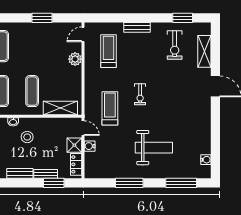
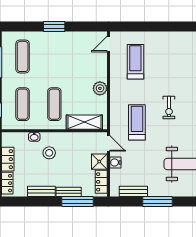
window: (42, 18) -> (54, 26), moved
bench: (137, 27) -> (133, 191), moved
plant: (75, 59) -> (100, 88), moved
window: (54, 183) -> (77, 201), width x1.44

